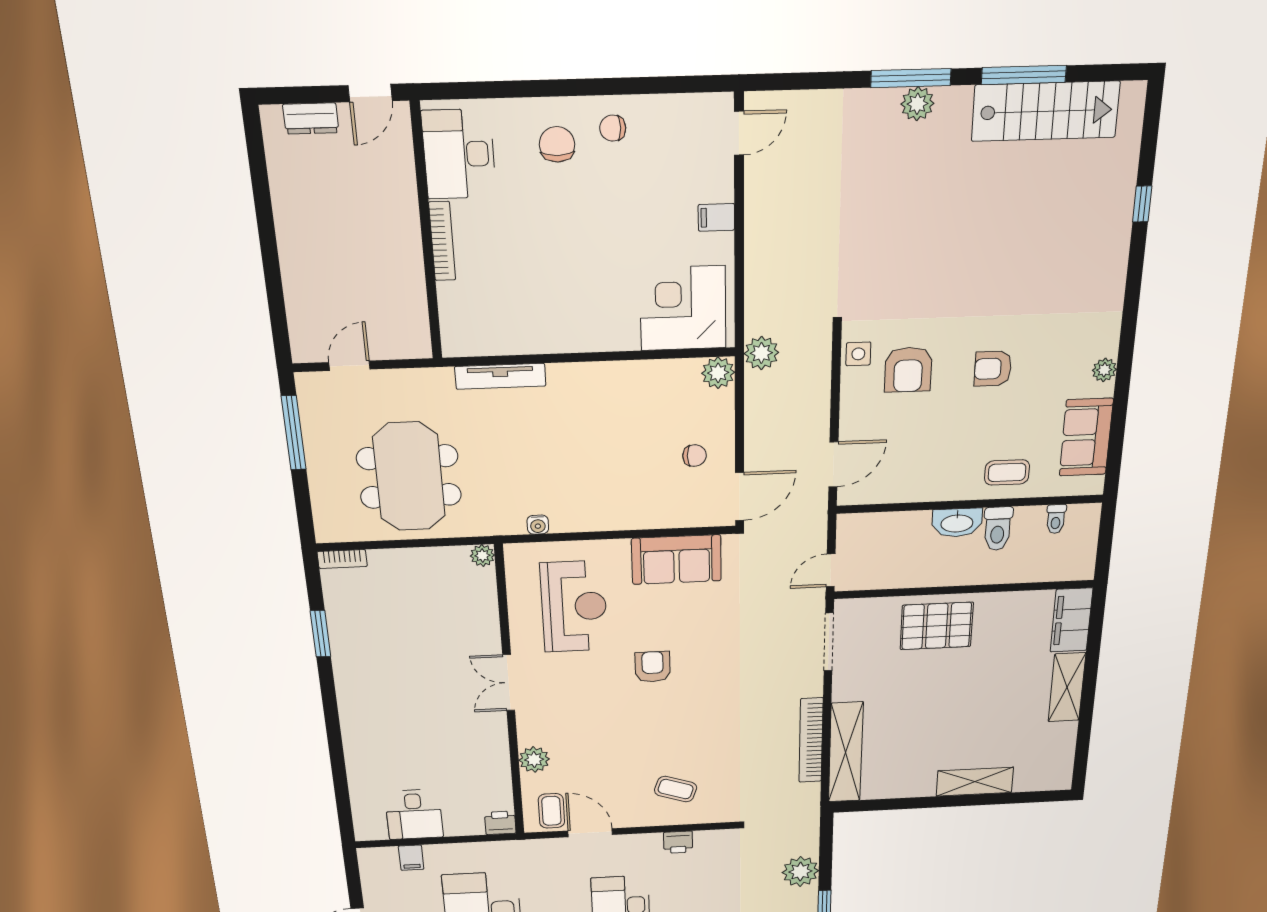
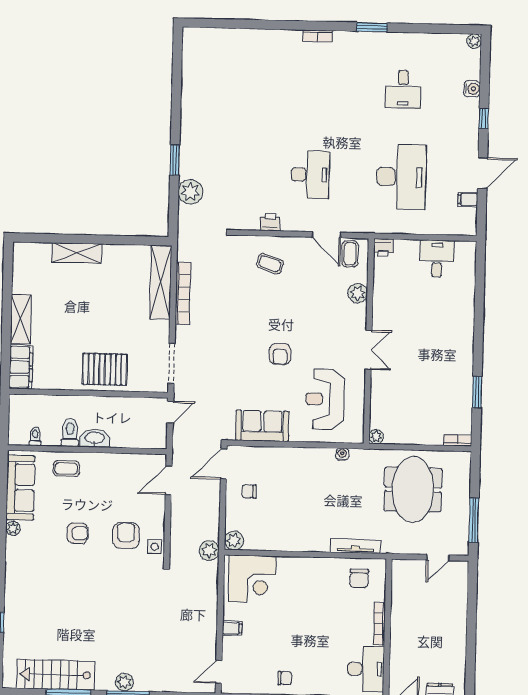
chair: (557, 144) -> (359, 578), moved
sofa: (1086, 437) -> (21, 488), width x1.36
filing cabinet: (411, 858) -> (468, 199), moved, turned -90

